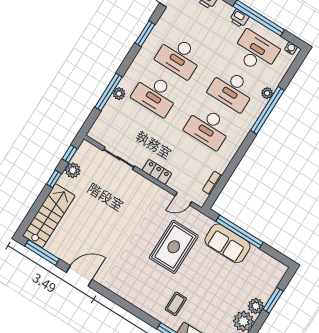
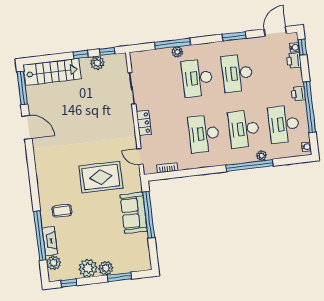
desk: (255, 52) -> (284, 124), turned 180

